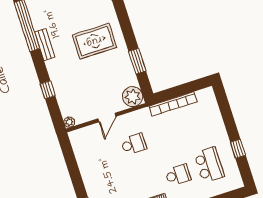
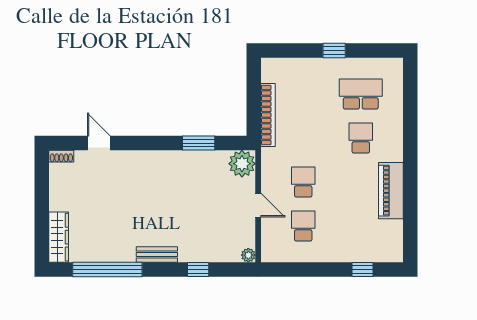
rug: (94, 41) -> (155, 190), removed
bench: (45, 45) -> (157, 255), moved
window: (238, 149) -> (334, 50), moved
school desk: (102, 154) -> (303, 226), added

